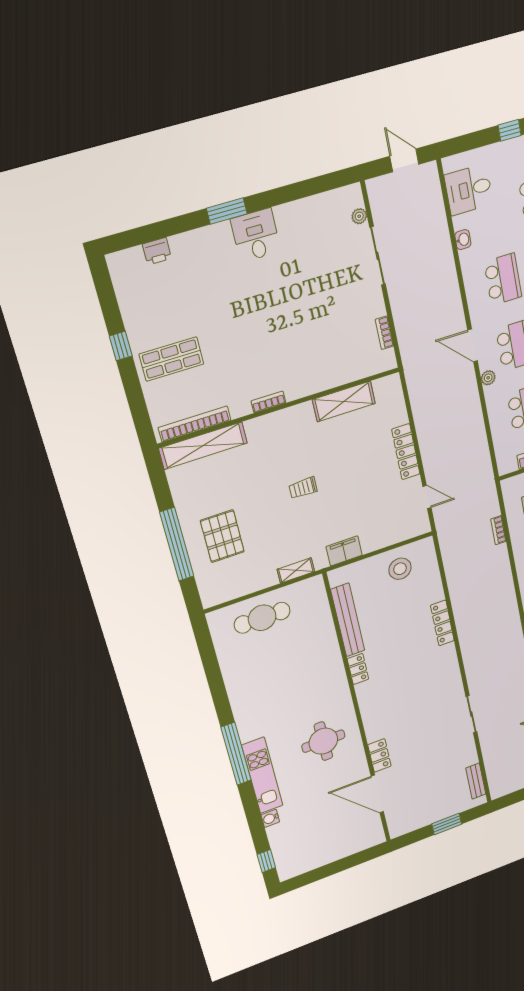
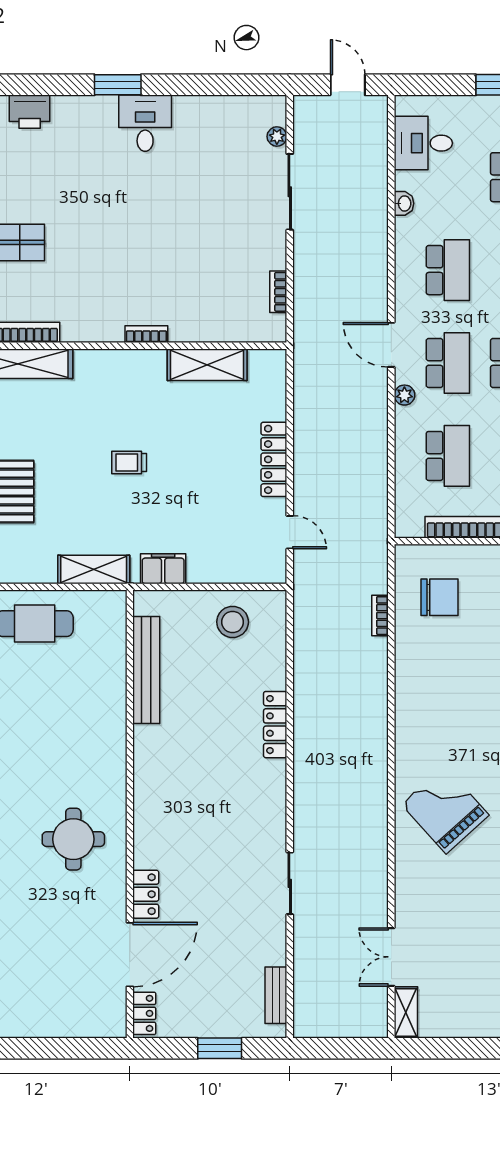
printer: (157, 251) -> (30, 112), width x1.36, depth x1.24
bookcase: (268, 402) -> (146, 334), moved
shelving: (296, 570) -> (94, 569), width x1.50, depth x1.33
locker: (358, 669) -> (144, 1013), moved
door: (377, 794) -> (130, 955), swing flipped

